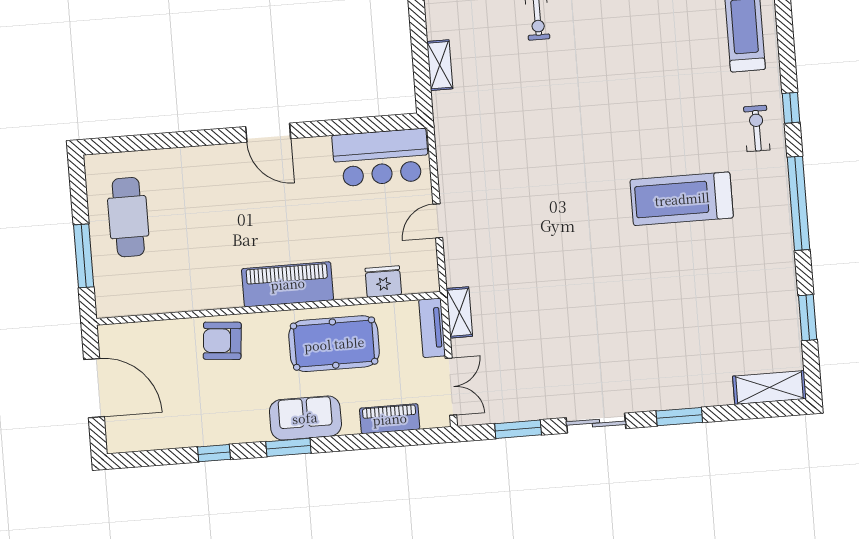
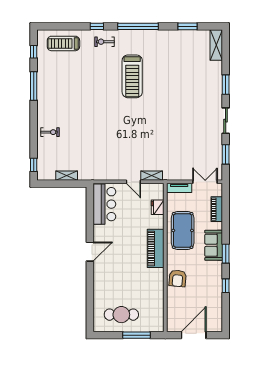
shelving: (459, 312) -> (152, 176), moved

